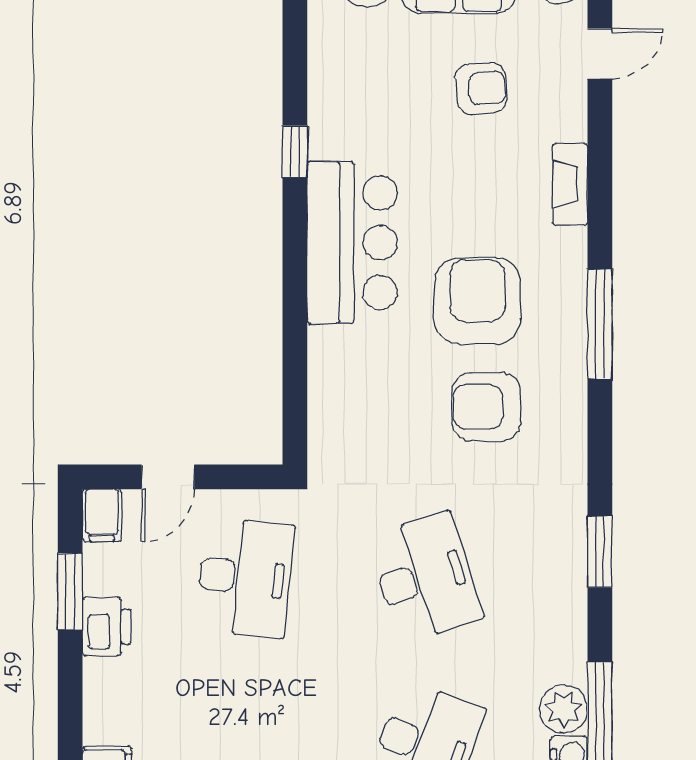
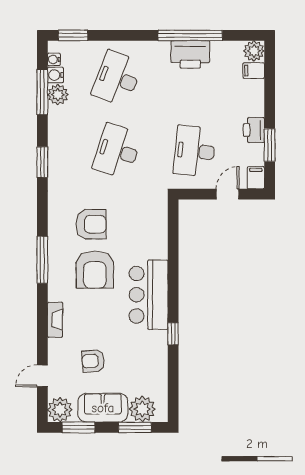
desk: (425, 577) -> (117, 151), turned 36

